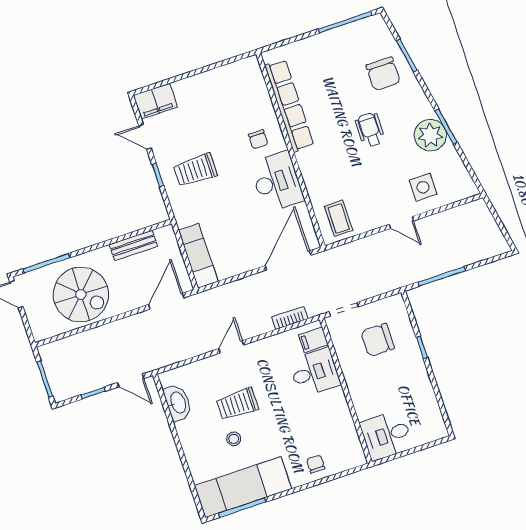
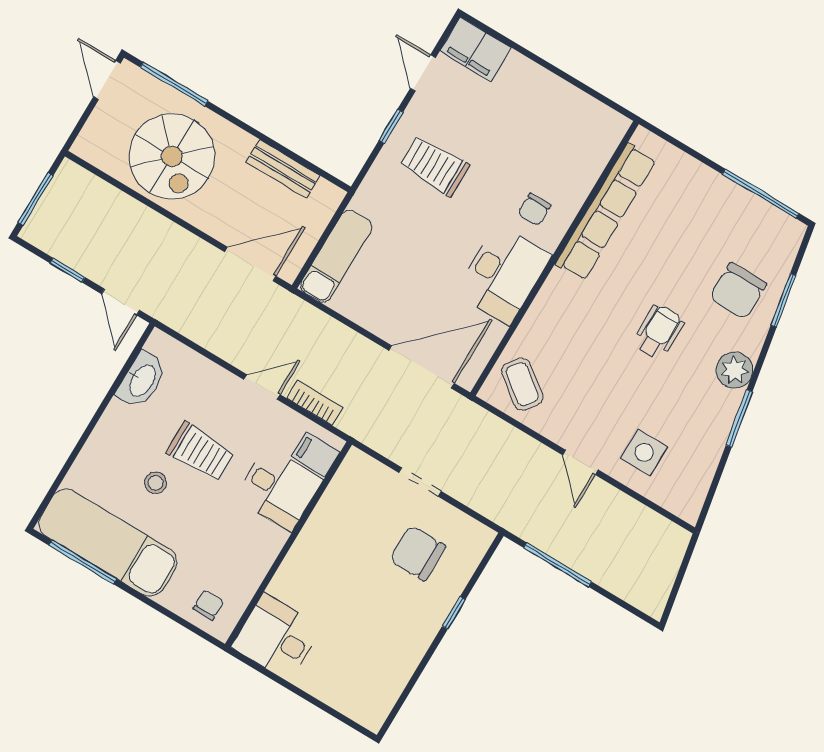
plant: (430, 135) -> (735, 370), moved, width x0.73, depth x0.73
coffee table: (339, 218) -> (522, 384), turned -53
bookcase: (290, 318) -> (315, 403), moved
filing cabinet: (313, 340) -> (316, 455), moved
desk: (315, 372) -> (279, 489), moved
wall: (346, 391) -> (288, 544), moved
trolley: (237, 404) -> (200, 452), turned 180
desk: (386, 435) -> (277, 637), moved

